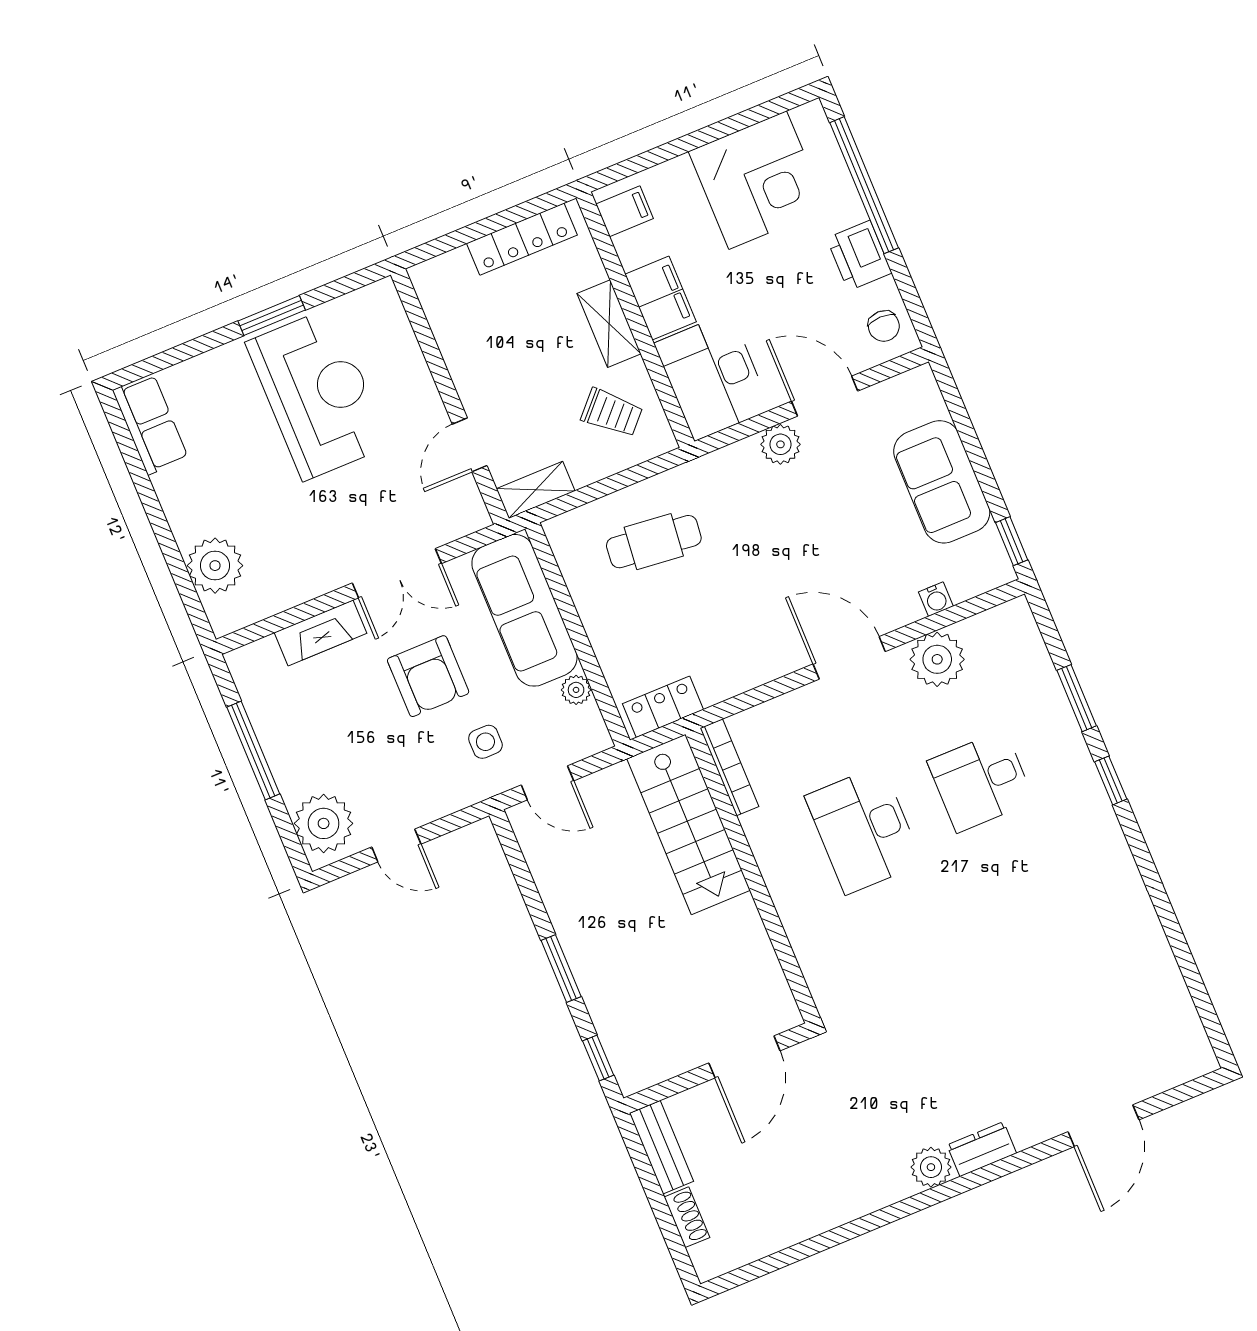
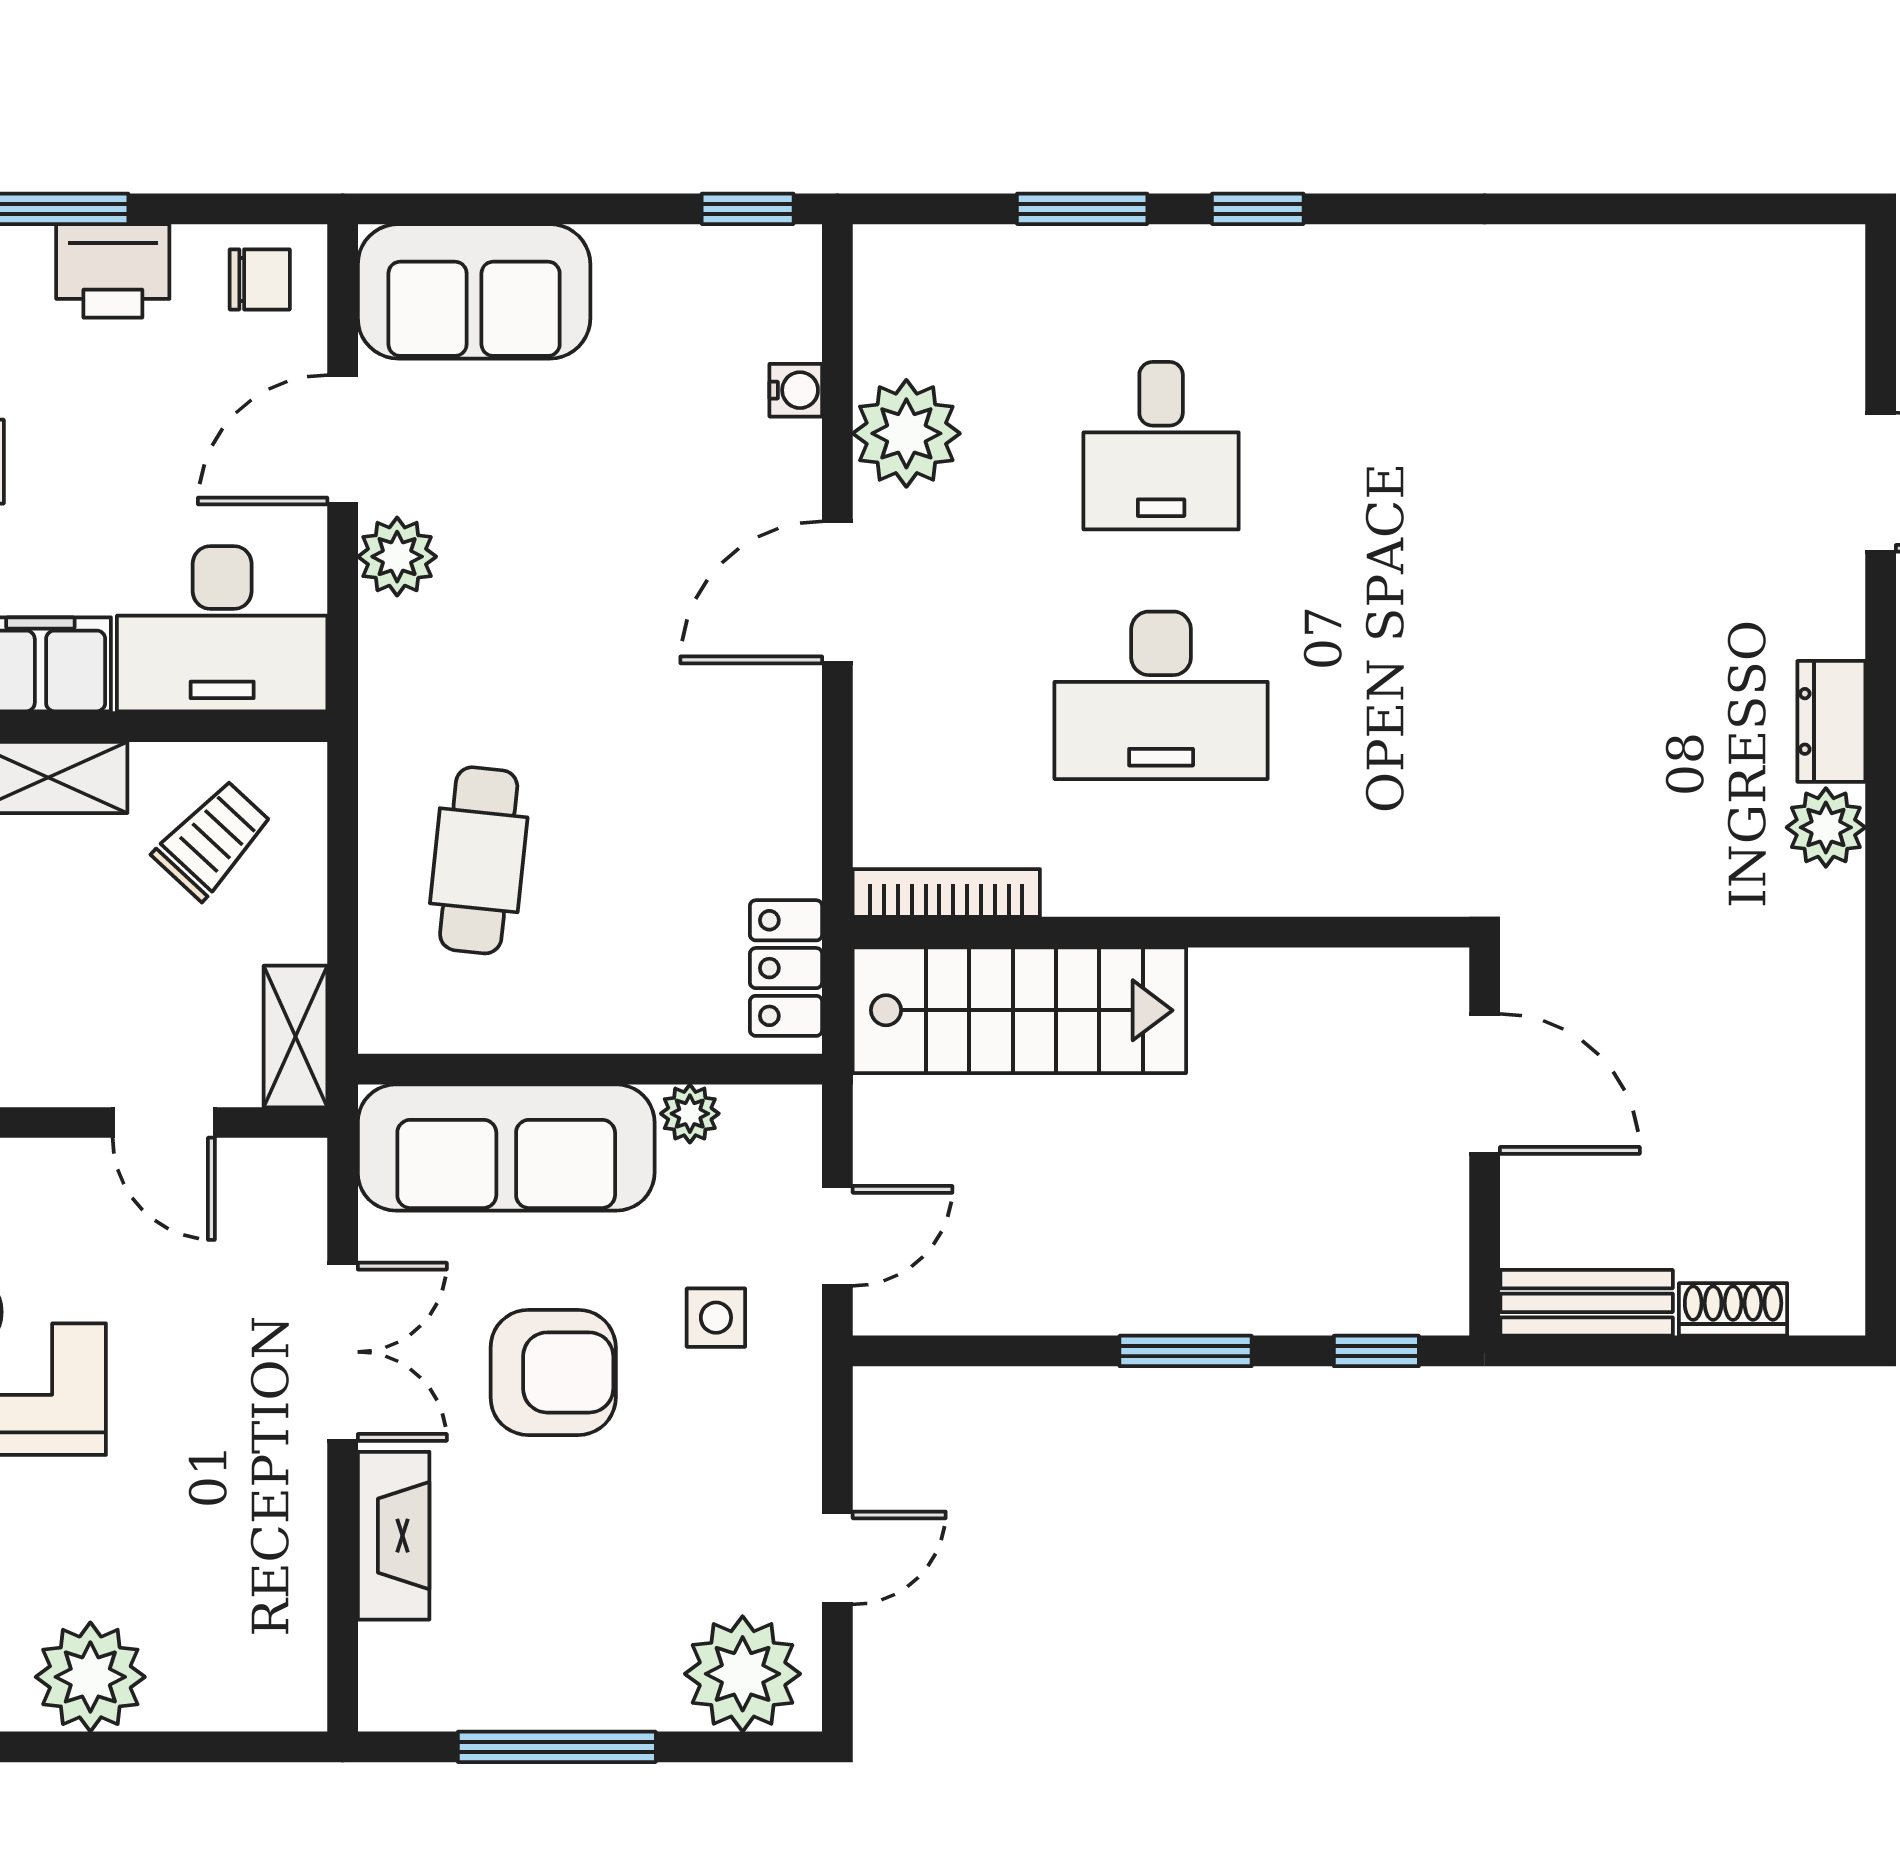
sofa: (942, 482) -> (474, 291), moved
plant: (215, 566) -> (90, 1677), moved

